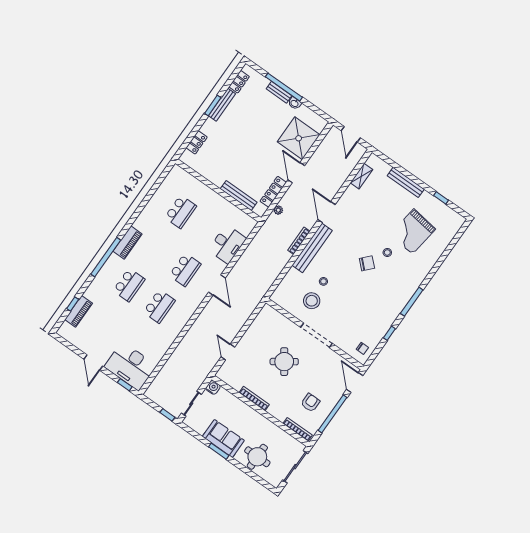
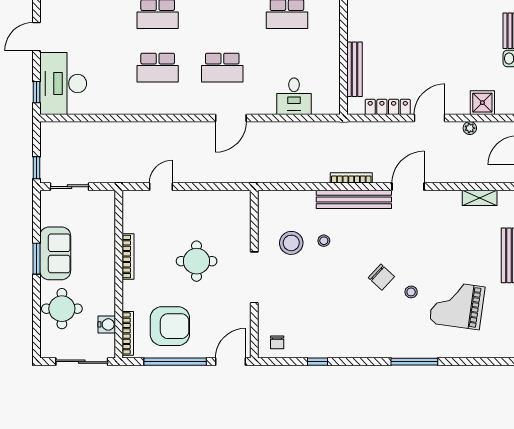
shower: (299, 138) -> (482, 103), width x0.54, depth x0.54
plant: (278, 210) -> (470, 128), moved
desk: (227, 244) -> (294, 96), width x0.73
window: (412, 302) -> (414, 362), moved
round table: (284, 362) -> (197, 261), turned 35
water cooler: (213, 387) -> (107, 324), moved
armchair: (310, 403) -> (170, 326), width x1.88, depth x1.88

